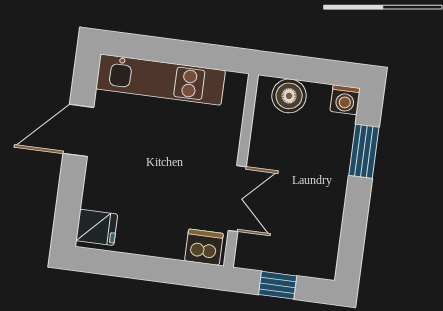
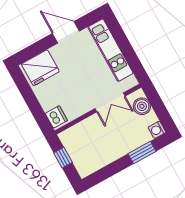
double door: (237, 199) -> (110, 102), moved
fridge: (97, 227) -> (40, 68), width x1.88, depth x1.34

